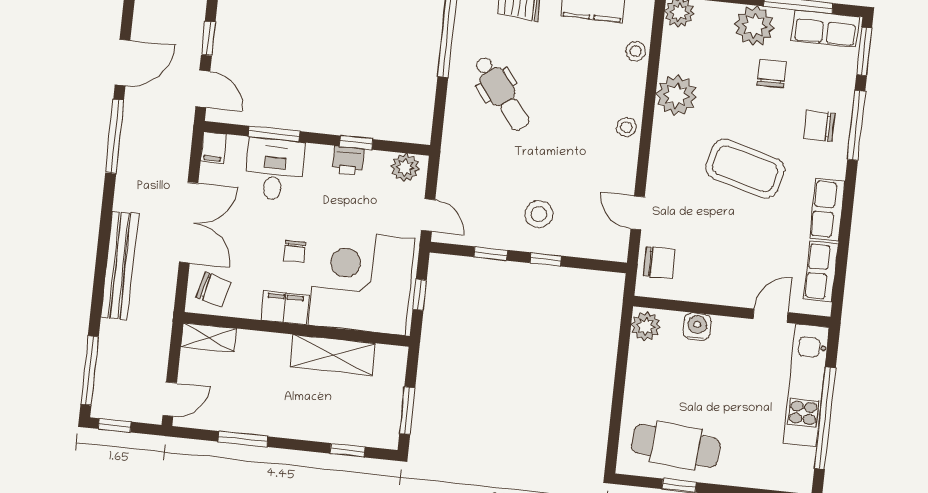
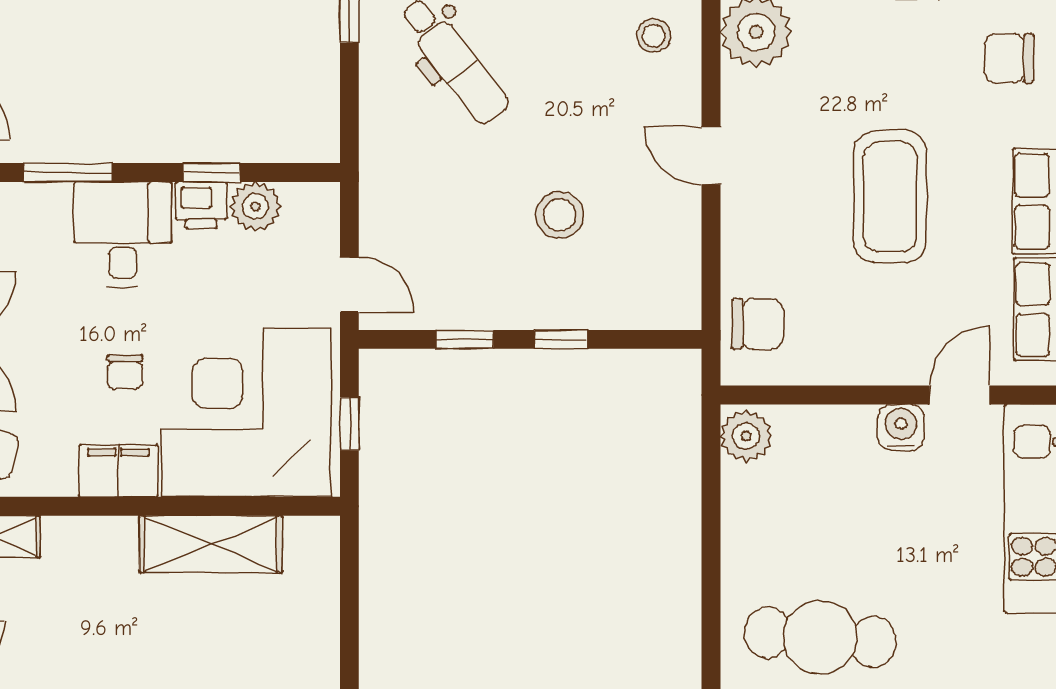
stool: (626, 127) -> (654, 36), moved
plant: (405, 167) -> (255, 207), moved
coffee table: (745, 169) -> (890, 197), moved, turned 75
desk: (274, 170) -> (123, 234), moved
door: (638, 213) -> (711, 156), moved
stool: (539, 214) -> (560, 215), moved
water cooler: (697, 327) -> (901, 427), moved
window: (407, 411) -> (349, 626), removed

